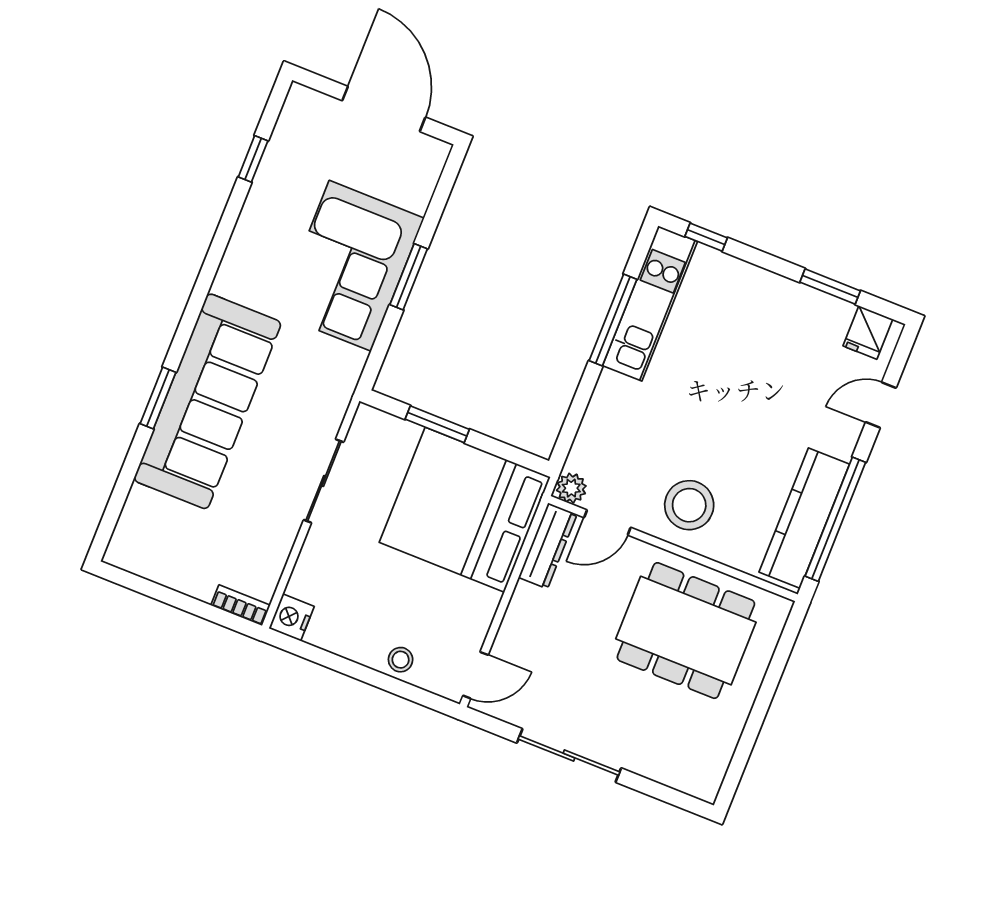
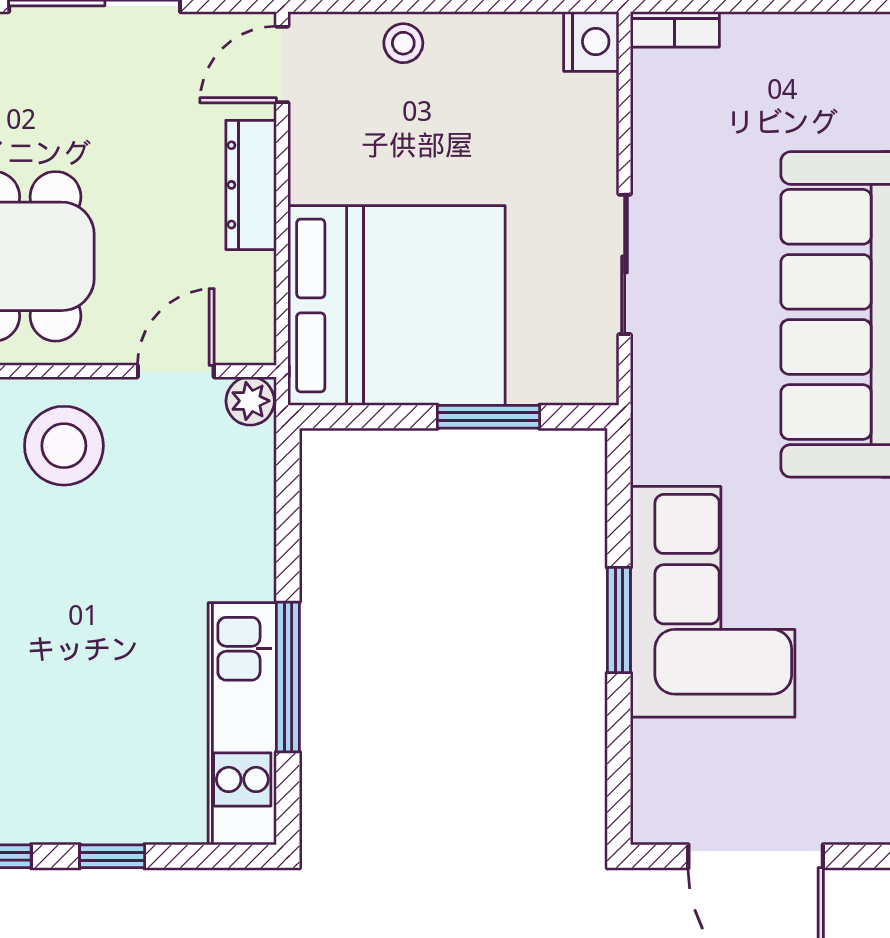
window: (706, 237) -> (112, 856), moved
dresser: (548, 546) -> (251, 185), moved

